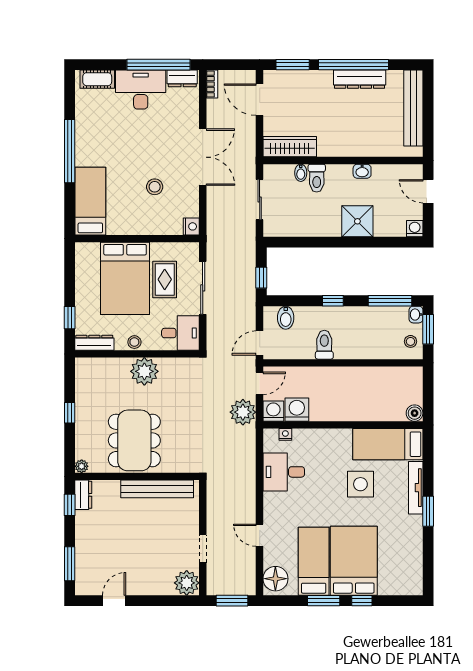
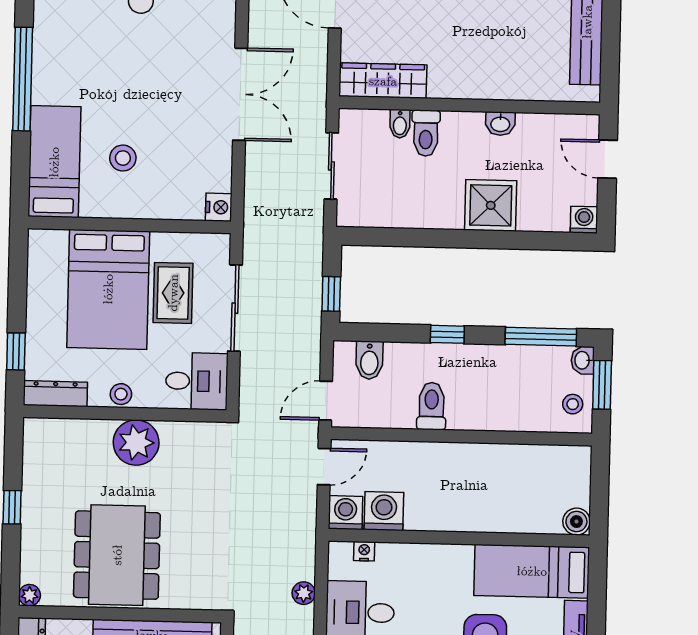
stool: (155, 187) -> (123, 158), moved
plant: (243, 412) -> (304, 593), moved, width x0.53, depth x0.53

